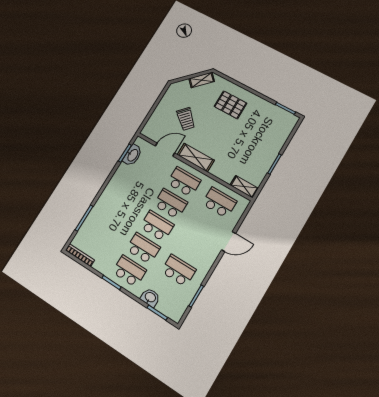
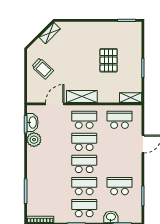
pallet: (230, 105) -> (109, 60), moved, turned 90
trolley: (186, 119) -> (43, 68), moved
plant: (124, 173) -> (34, 140), added

